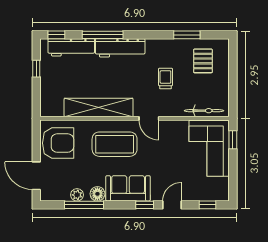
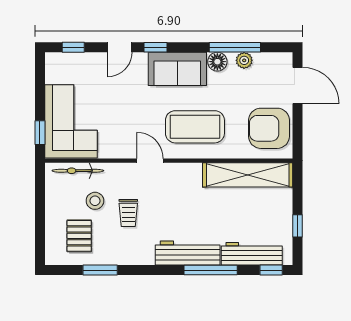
stool: (191, 88) -> (95, 201), added
shelving: (99, 108) -> (248, 175), moved

